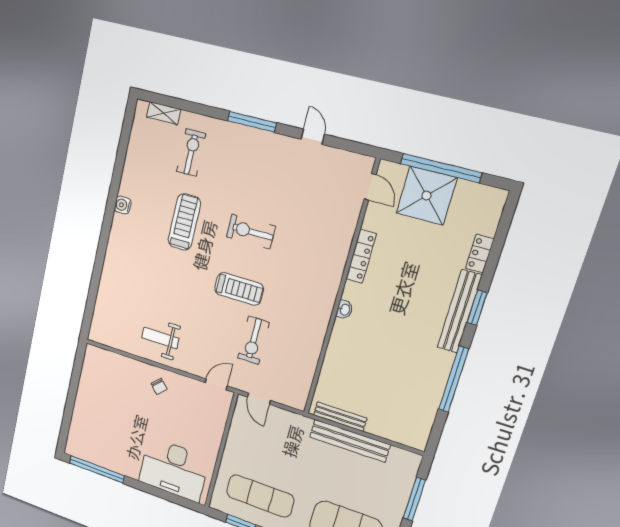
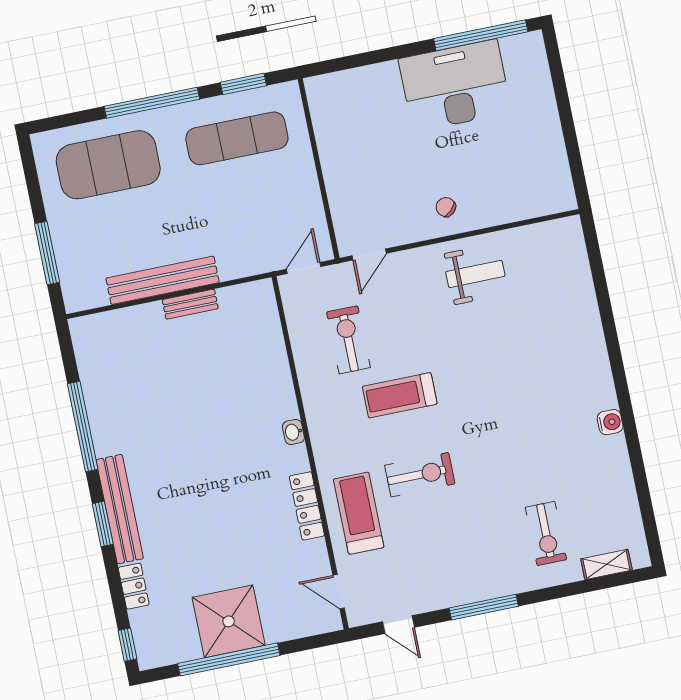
door: (370, 187) -> (339, 592), moved
window: (508, 214) -> (127, 645), added
treadmill: (184, 222) -> (359, 513), moved, turned 180
locker: (361, 256) -> (307, 506), moved
wall: (341, 290) -> (310, 453), moved
washbasin: (345, 310) -> (293, 432), moved
door: (259, 399) -> (304, 268), hinge flipped
bench: (340, 417) -> (190, 304), width x0.73
desk: (174, 470) -> (455, 86), moved

